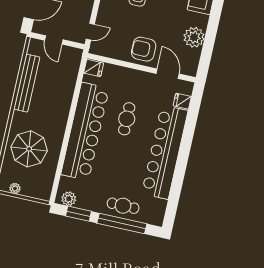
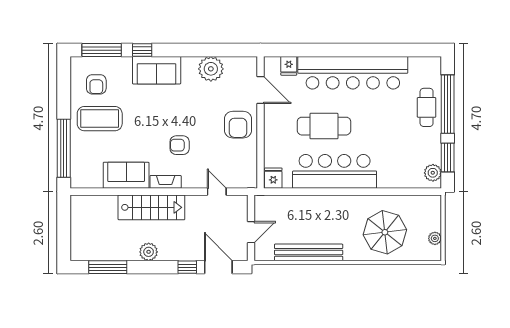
door: (90, 32) -> (217, 192), moved
door: (168, 74) -> (260, 90), swing flipped
cafe table: (127, 119) -> (324, 126), width x1.37, depth x1.35
bar counter: (85, 131) -> (335, 171), width x0.73

